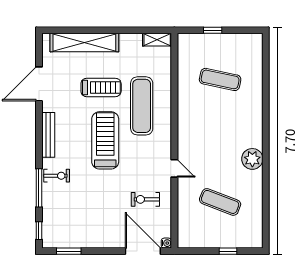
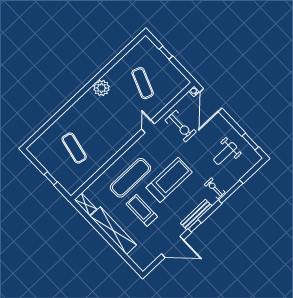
shelving: (84, 43) -> (113, 231), moved
treadmill: (105, 140) -> (169, 180), turned 180
exercise bike: (145, 199) -> (181, 126), width x1.38, depth x1.39
weight bench: (80, 217) -> (225, 153), added
window: (39, 231) -> (195, 226), moved

